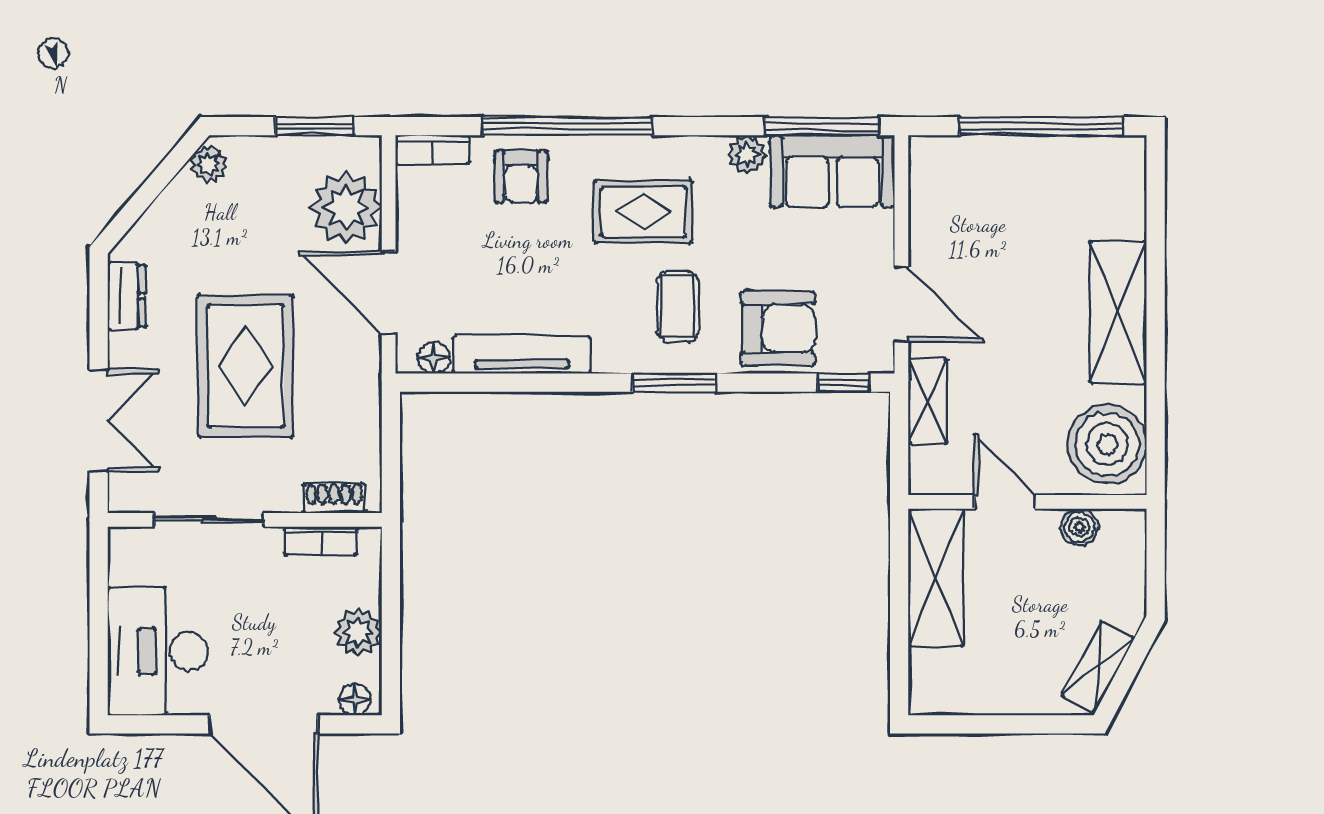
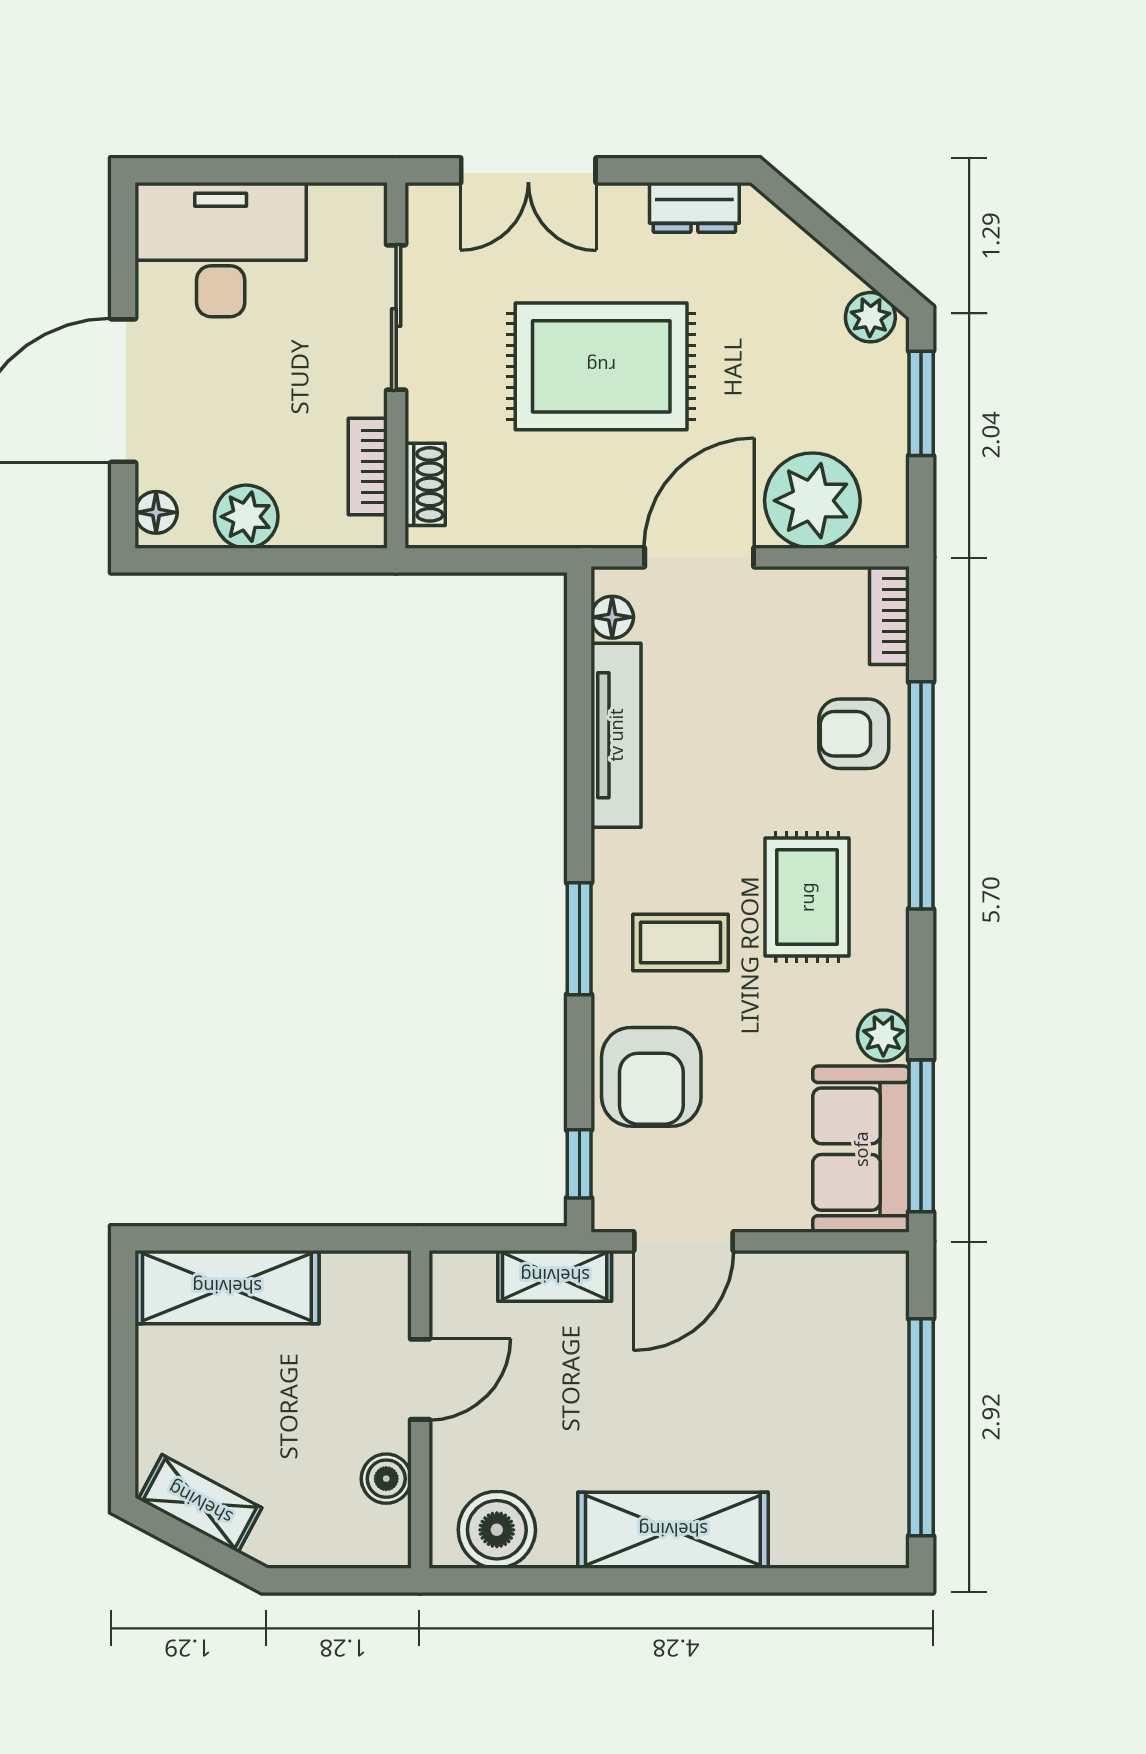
window: (315, 126) -> (921, 403), moved
boiler: (1107, 444) -> (497, 1530), width x0.73, depth x0.73
shelving: (936, 577) -> (227, 1287), moved

